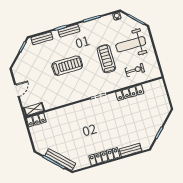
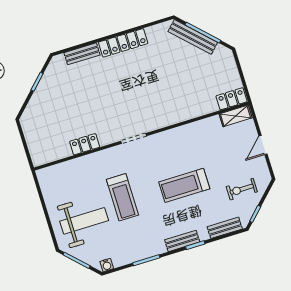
exercise bike: (135, 70) -> (242, 189), moved
locker: (130, 93) -> (85, 144), width x0.66

